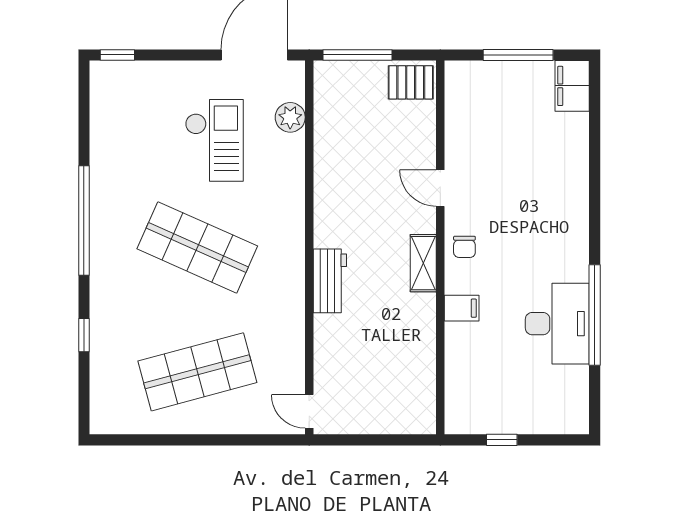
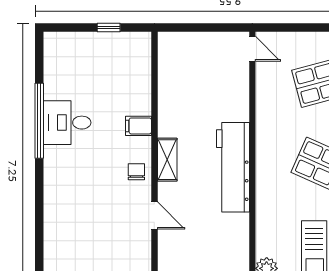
workbench: (330, 281) -> (233, 167), width x1.88, depth x1.32
desk: (557, 324) -> (67, 123), width x0.73

